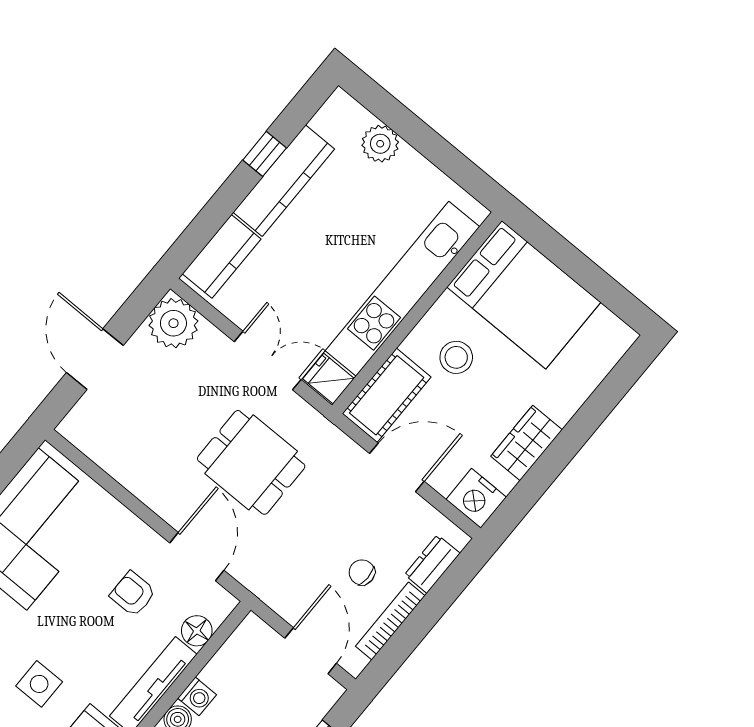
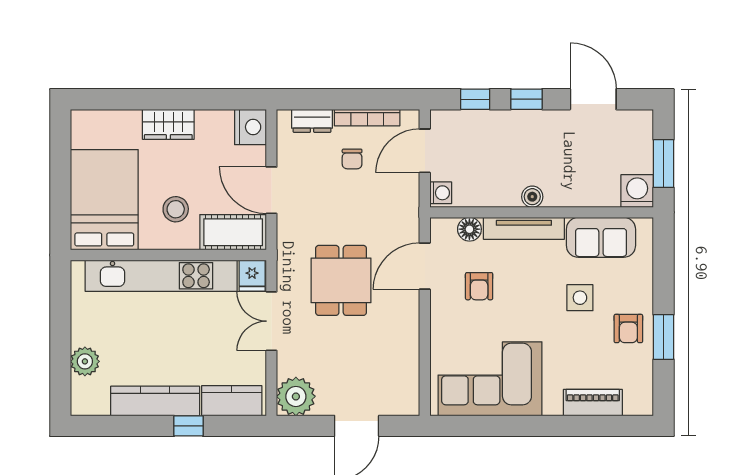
window: (265, 154) -> (189, 426), moved
wardrobe: (526, 443) -> (168, 124), moved
washing machine: (197, 696) -> (441, 193), moved, turned 90

